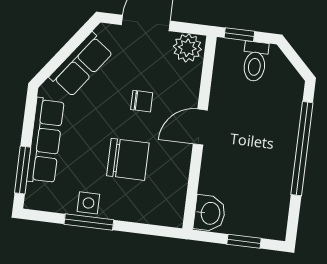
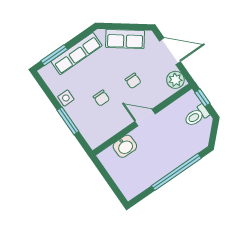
chair: (128, 159) -> (101, 98), width x0.54, depth x0.54
washbasin: (210, 213) -> (125, 146), moved
window: (89, 222) -> (68, 121), moved
window: (244, 241) -> (111, 183), removed

